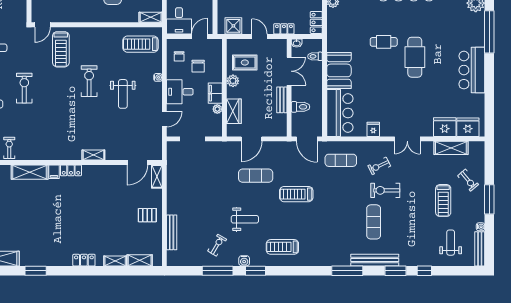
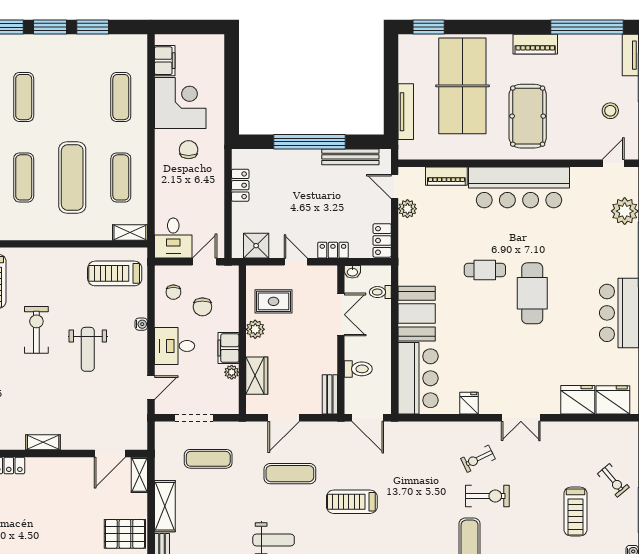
bench: (282, 100) -> (330, 394), moved
shelving: (451, 148) -> (165, 506), moved, turned 90
exercise mat: (341, 160) -> (208, 459), moved
exercise bike: (385, 190) -> (487, 496), turned 180
pallet: (147, 215) -> (125, 534), width x1.50, depth x1.42

